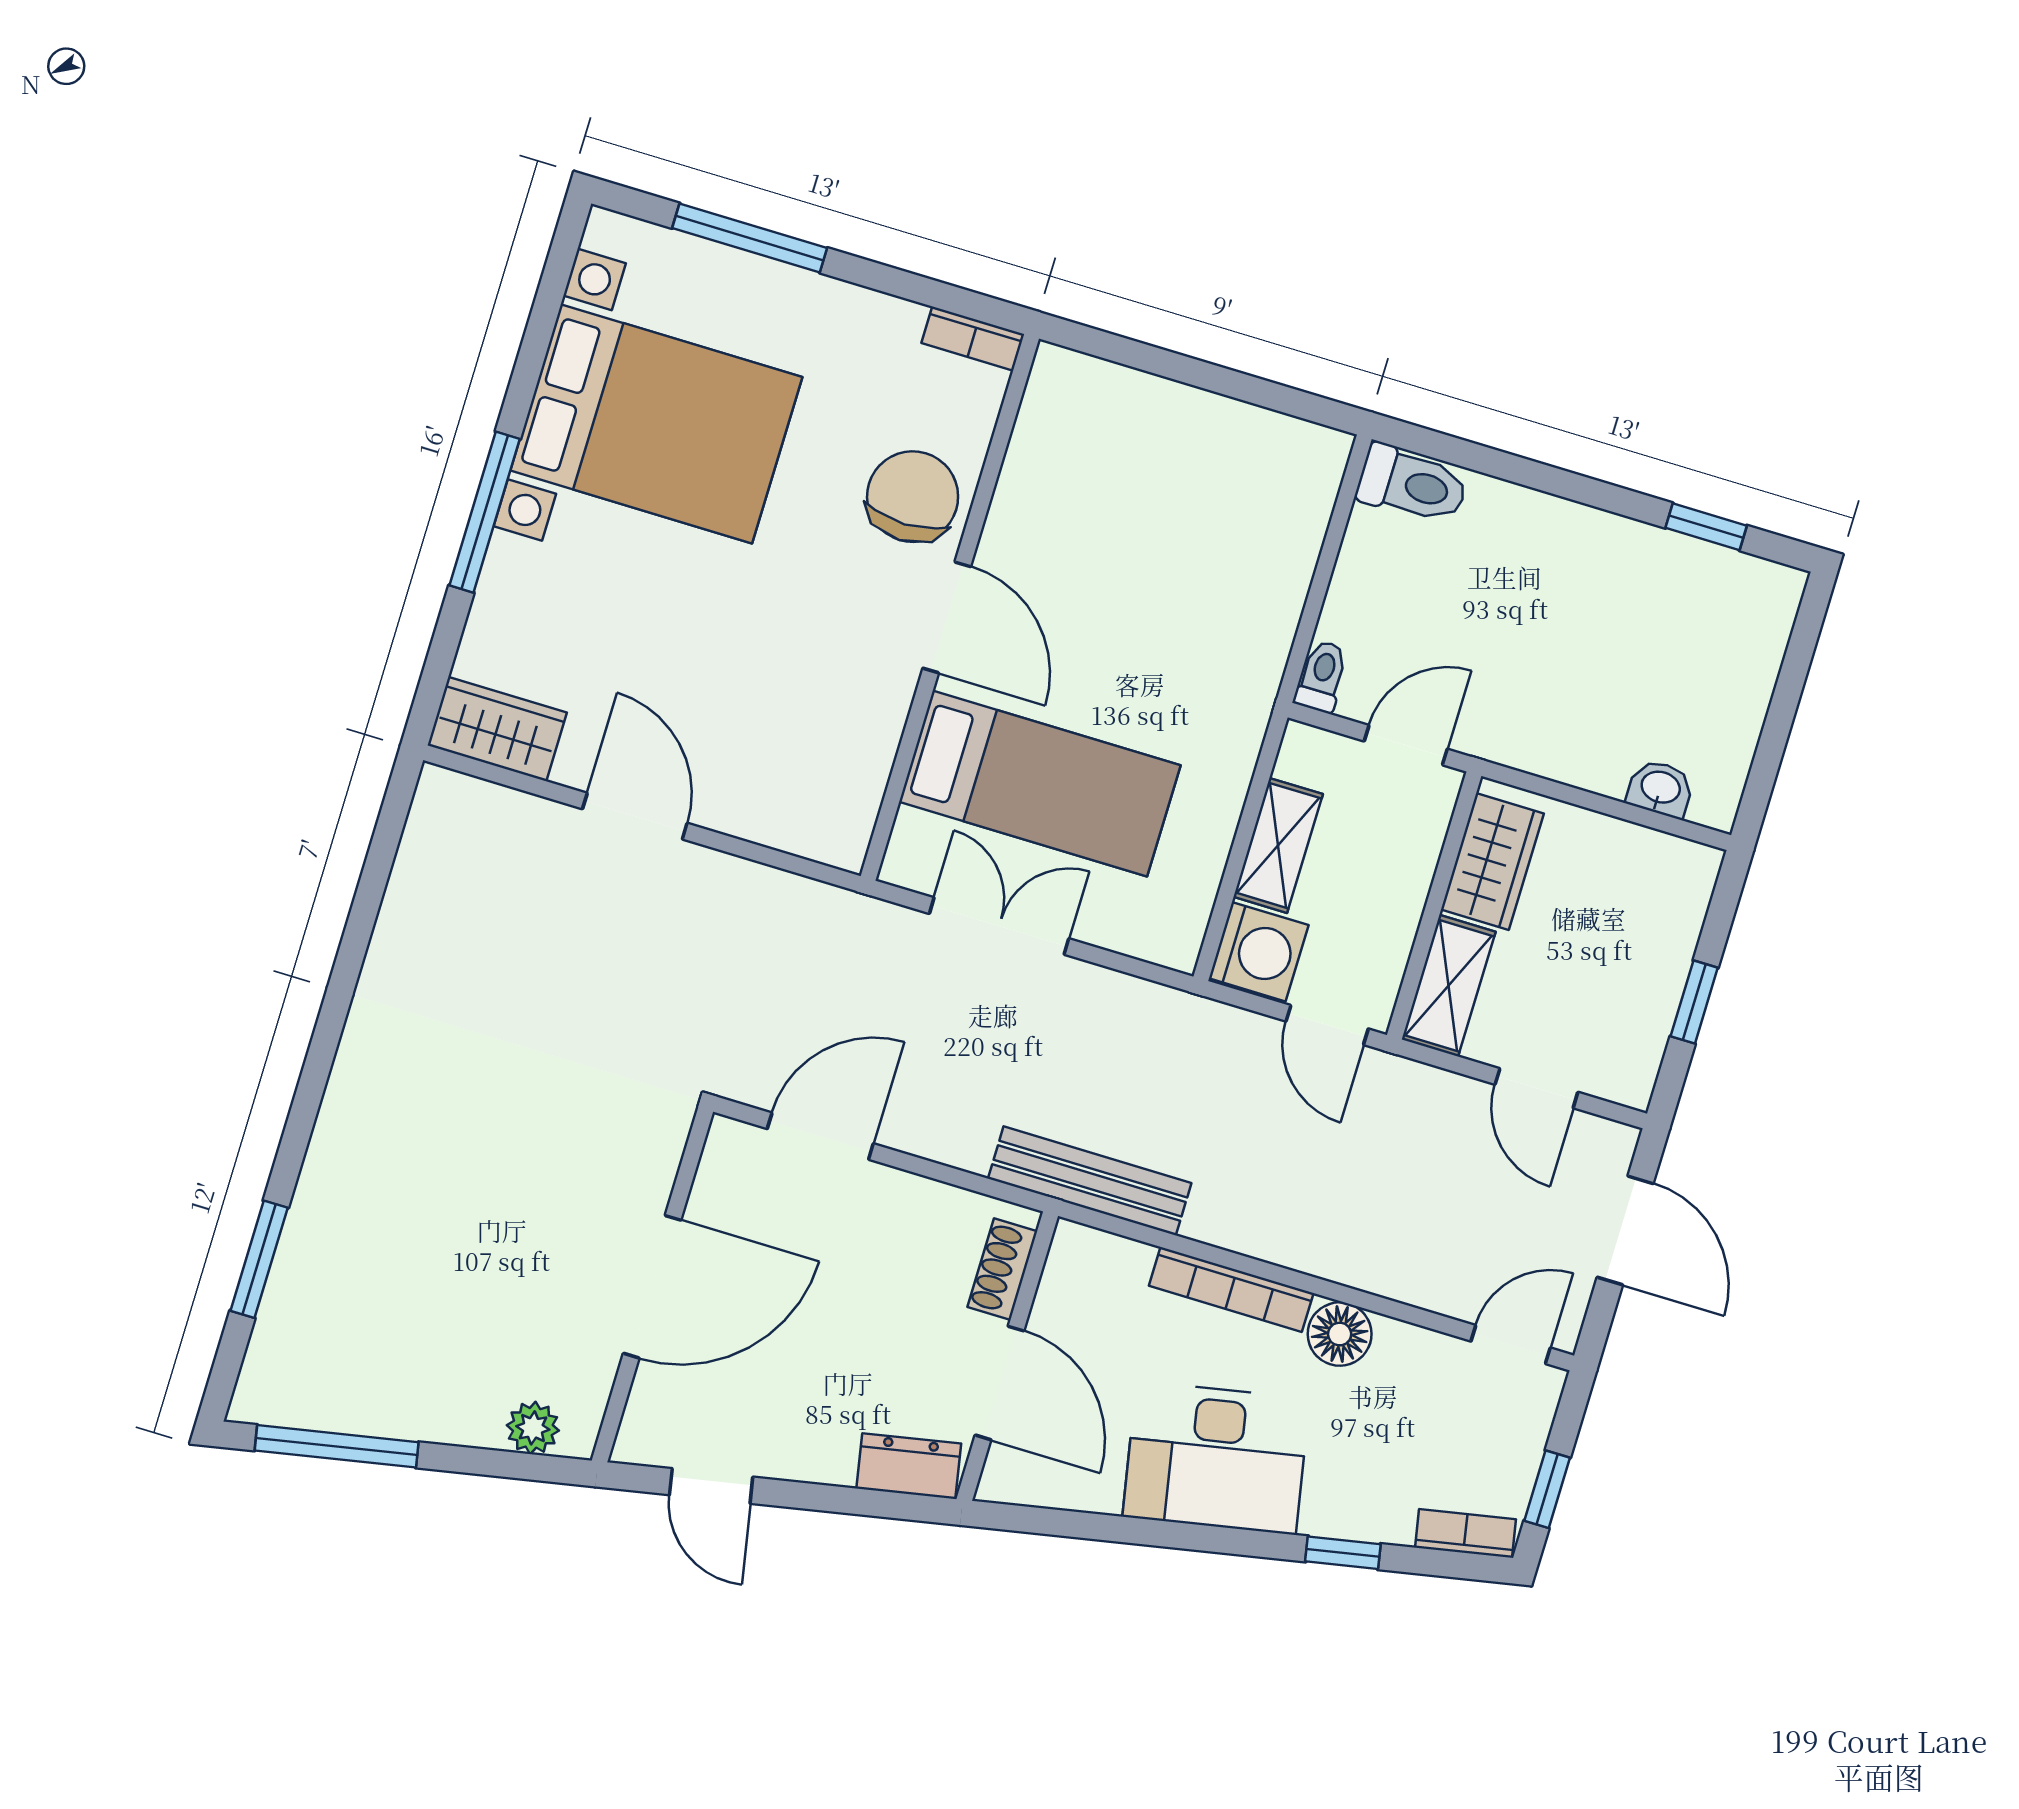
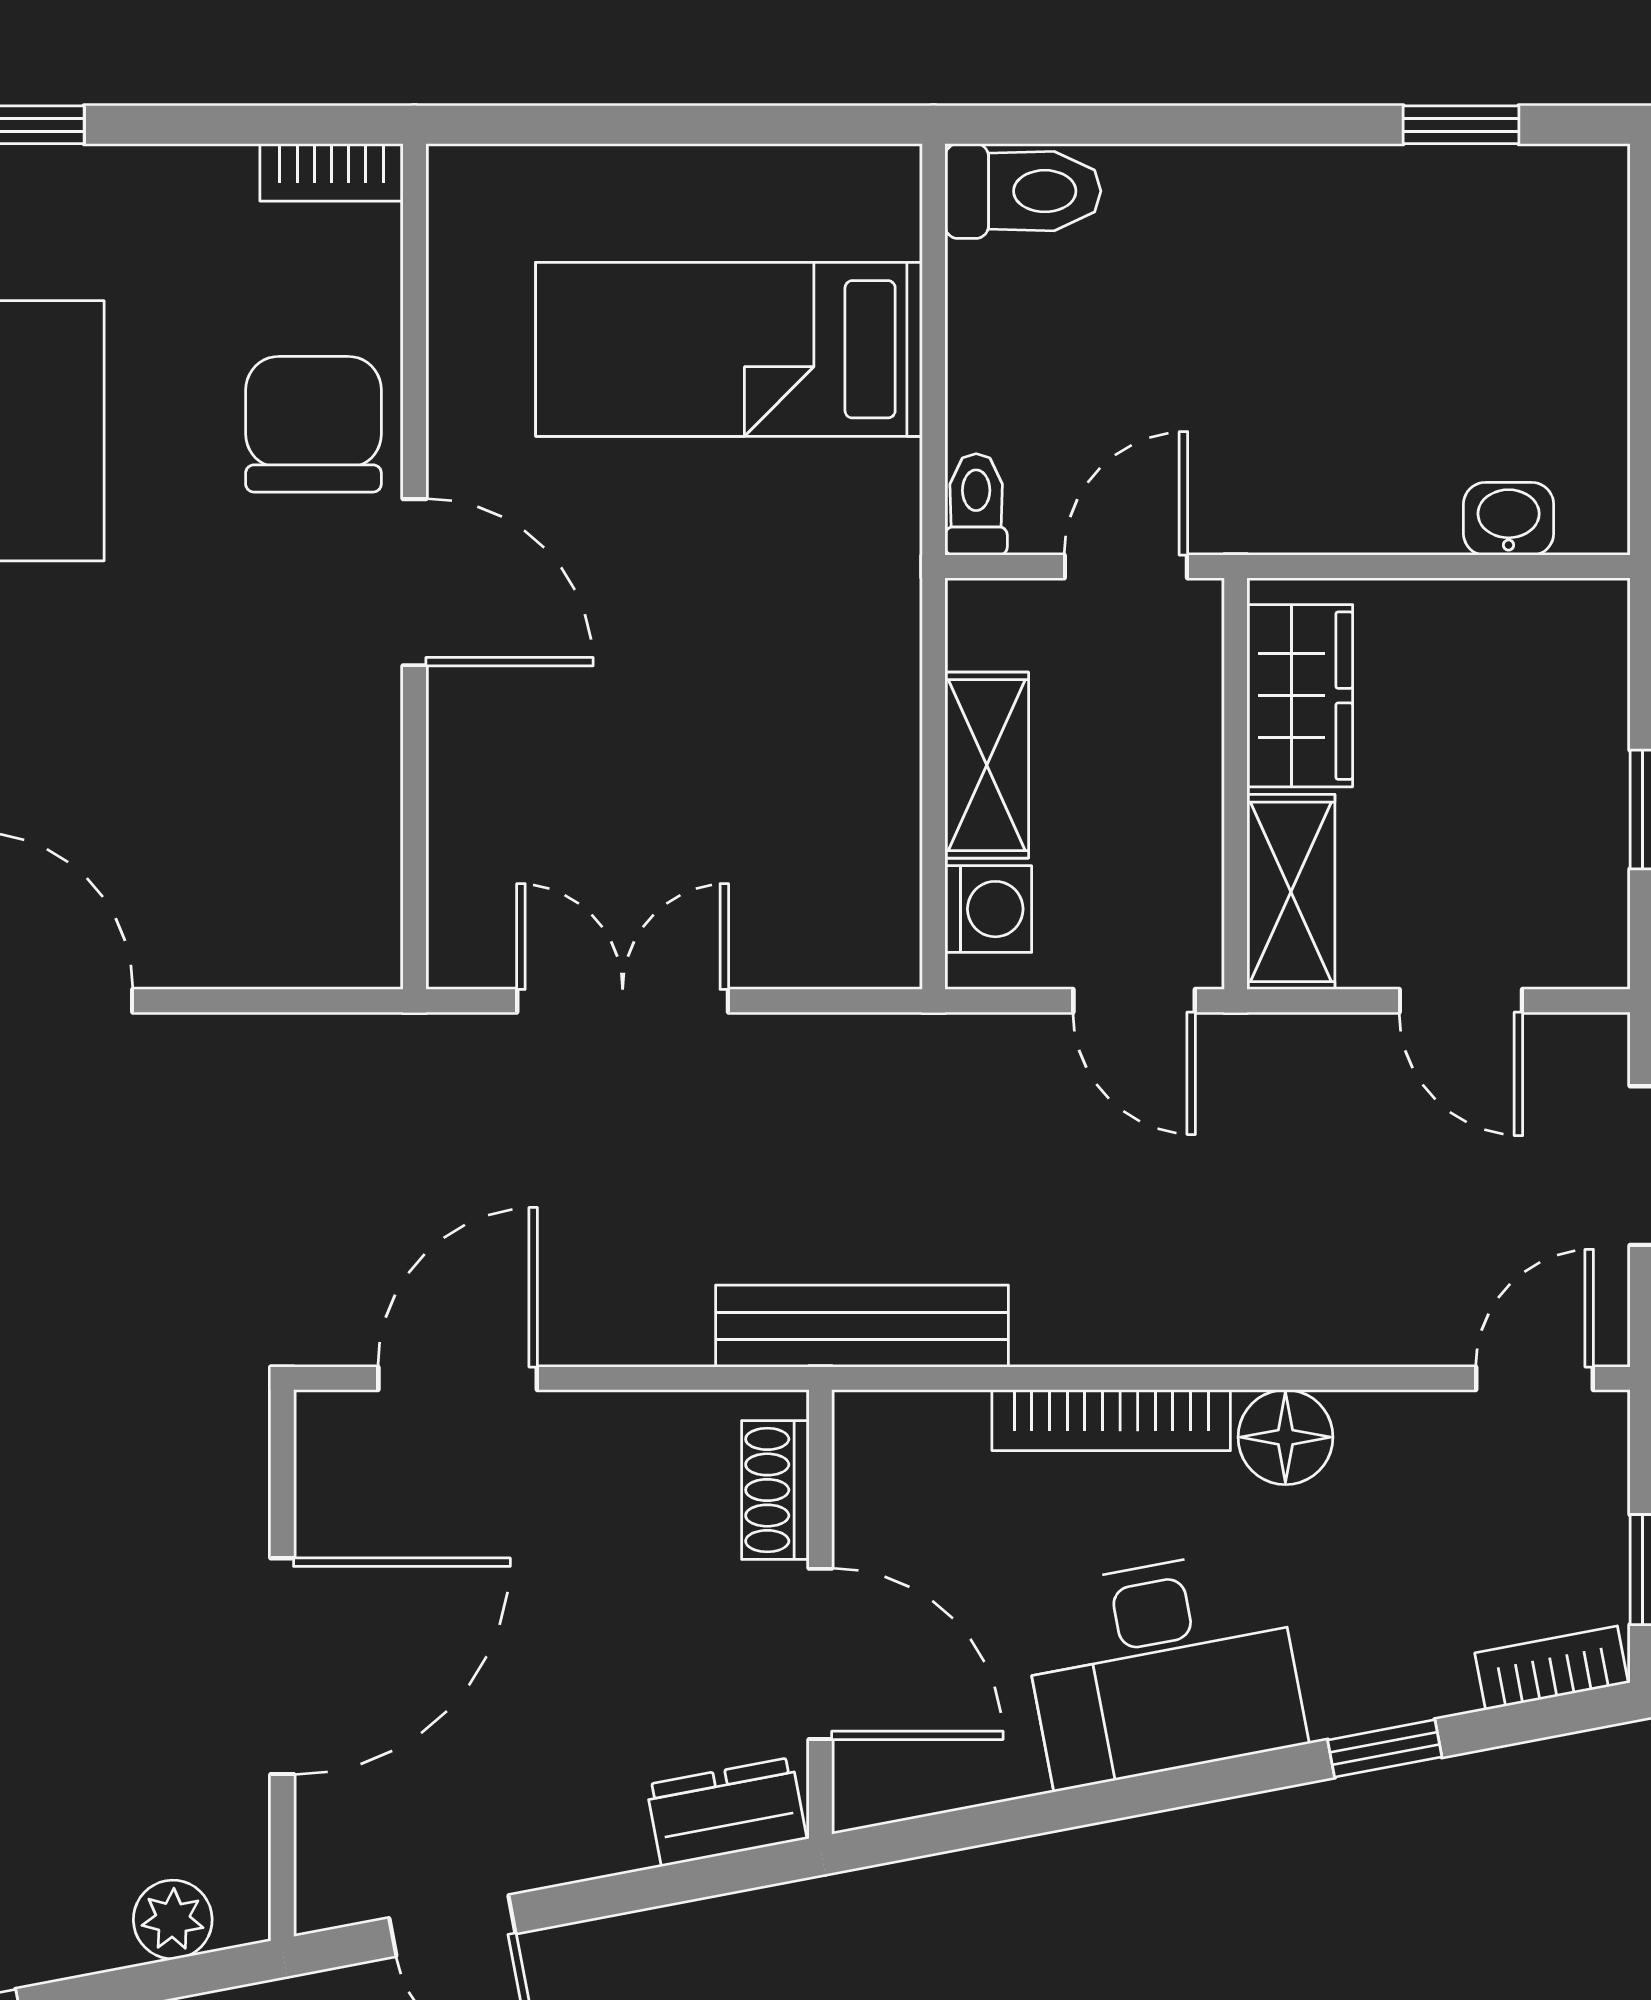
bed: (1040, 784) -> (729, 349), moved, turned 180
washing machine: (1259, 952) -> (988, 909), width x0.73, depth x0.73

